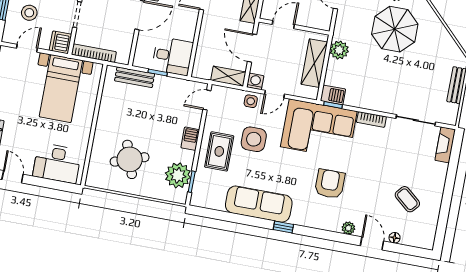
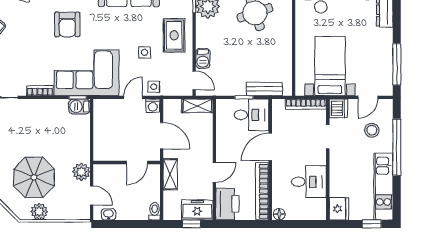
plant: (339, 50) -> (81, 172), moved
desk: (172, 56) -> (252, 115), moved, turned 180
shelving: (314, 63) -> (102, 132), removed
shelving: (228, 76) -> (197, 106), moved
door: (207, 100) -> (194, 80), hinge flipped
barbecue: (190, 139) -> (203, 58), moved
side table: (254, 139) -> (145, 52), width x0.54, depth x0.54

